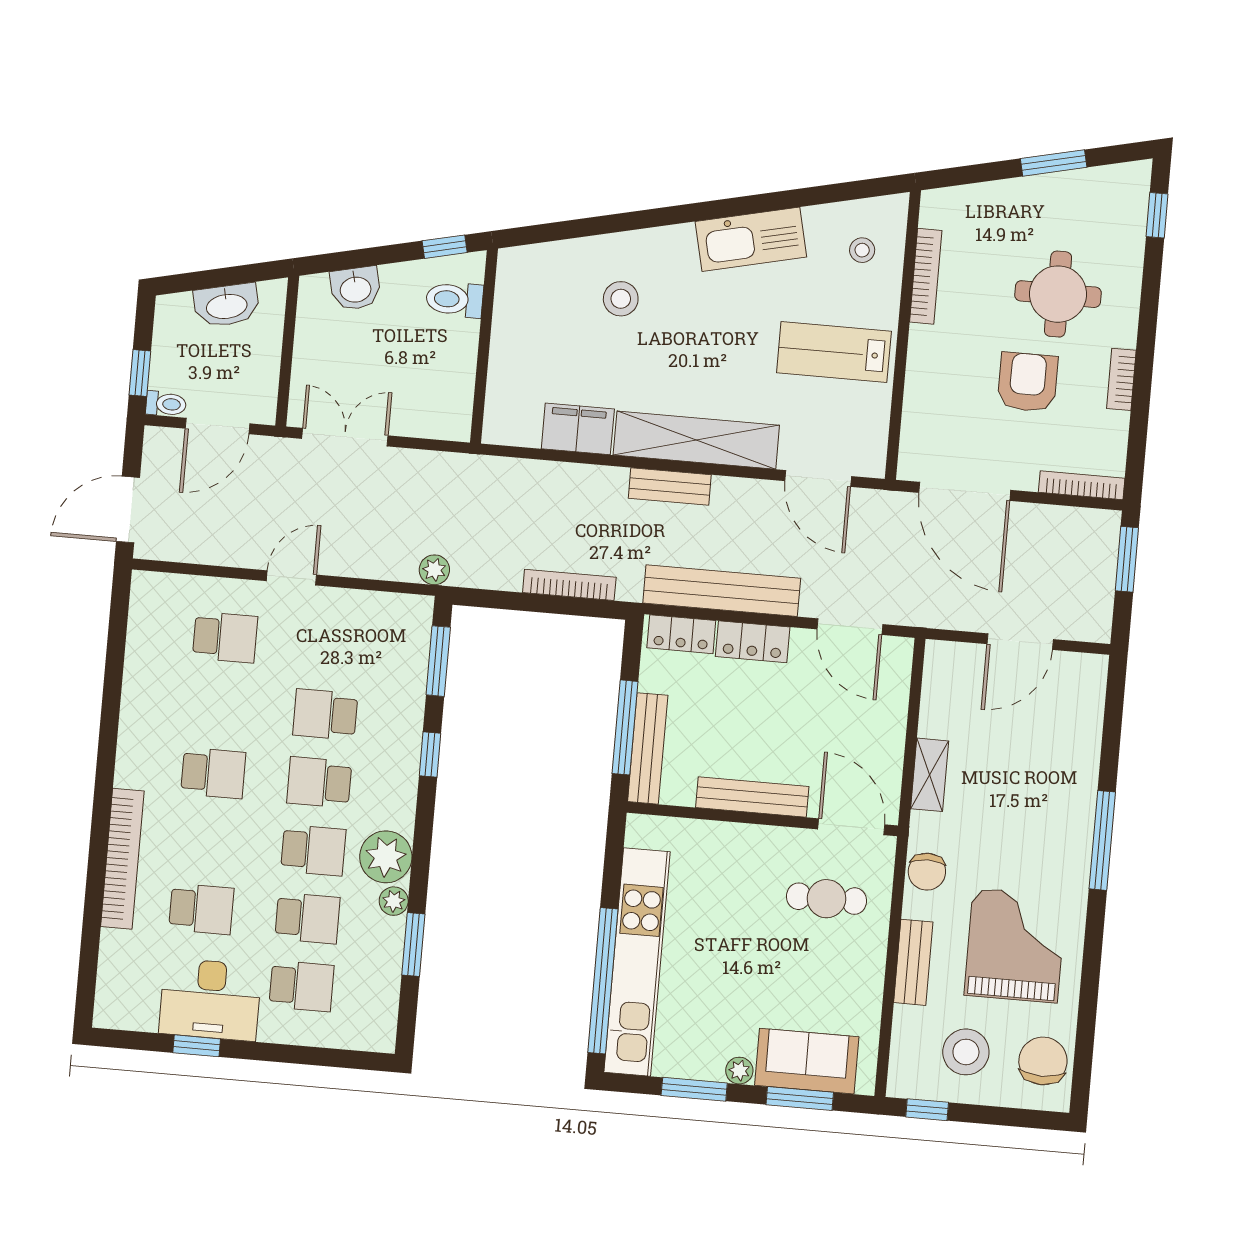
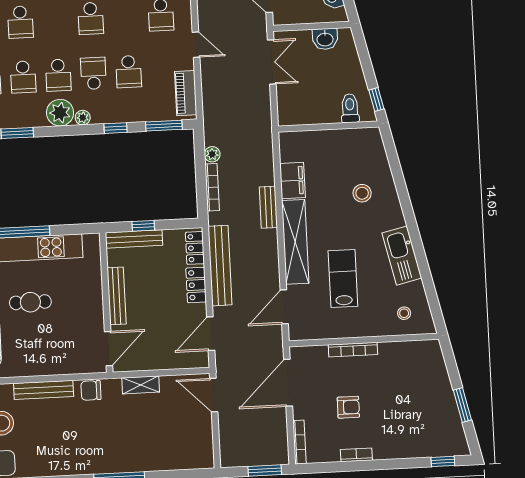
bookcase: (926, 276) -> (353, 350), moved
washbasin: (355, 288) -> (325, 39), moved, turned -77
round table: (1058, 294) -> (396, 416), removed
lab bench: (834, 352) -> (343, 279), moved
armchair: (1028, 382) -> (348, 407), width x0.72, depth x0.72
bench: (670, 486) -> (268, 207), moved
plant: (434, 570) -> (212, 154), moved
piano: (382, 611) -> (186, 93), added
door: (1020, 642) -> (214, 395), moved
school desk: (325, 714) -> (129, 72), turned 180
window: (625, 727) -> (143, 226), width x0.46
cafe table: (826, 899) -> (30, 302), moved, turned 90
plant: (394, 901) -> (83, 118), moved
grand piano: (1015, 945) -> (59, 441), removed
bench: (913, 962) -> (44, 390), width x1.36

